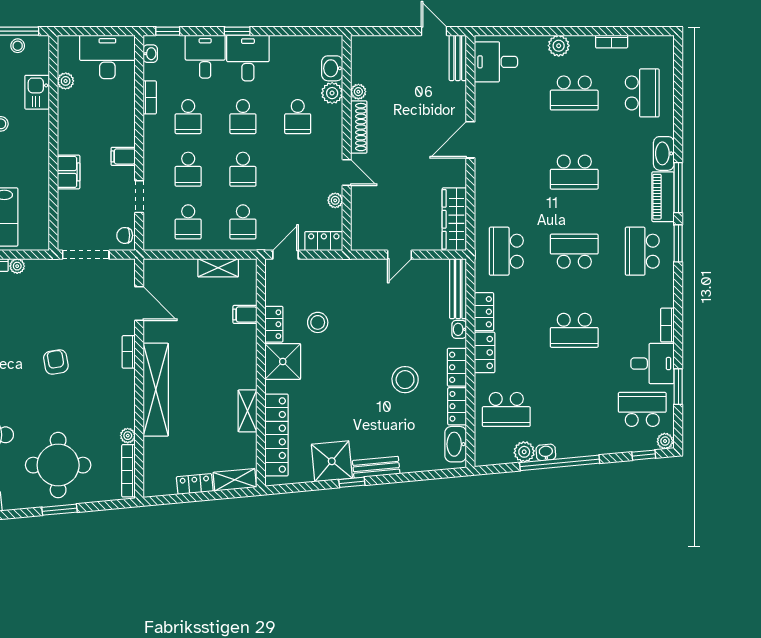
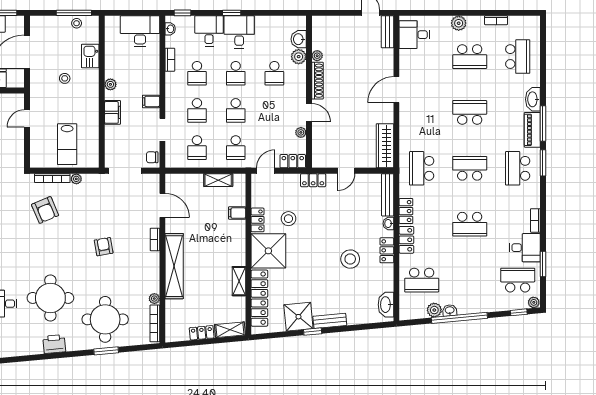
plant: (66, 81) -> (110, 84), moved
school desk: (574, 172) -> (470, 112), turned 180
shower: (283, 361) -> (268, 251), width x1.37, depth x1.37
locker: (457, 406) -> (313, 180), moved, turned -90

